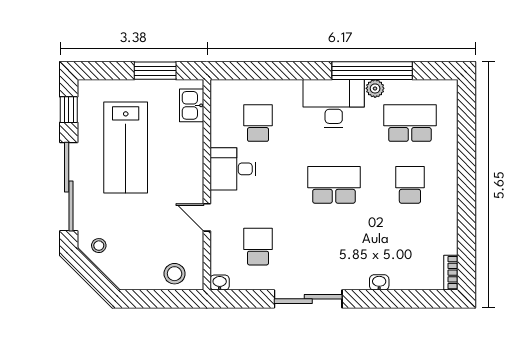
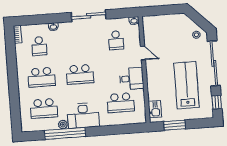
school desk: (258, 123) -> (121, 103), width x1.85
school desk: (410, 185) -> (42, 77), width x1.85
school desk: (410, 247) -> (39, 46), added
stool: (175, 274) -> (157, 23), removed

